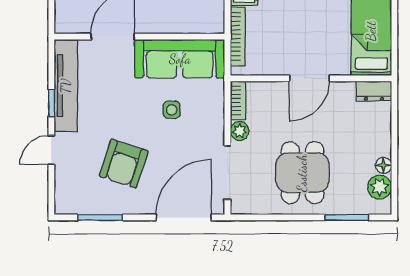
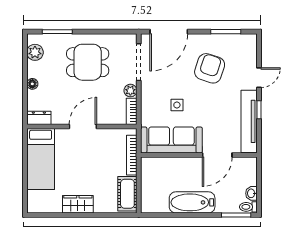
floor lamp: (384, 165) -> (32, 84), moved
dining table: (302, 173) -> (88, 62), turned 90

